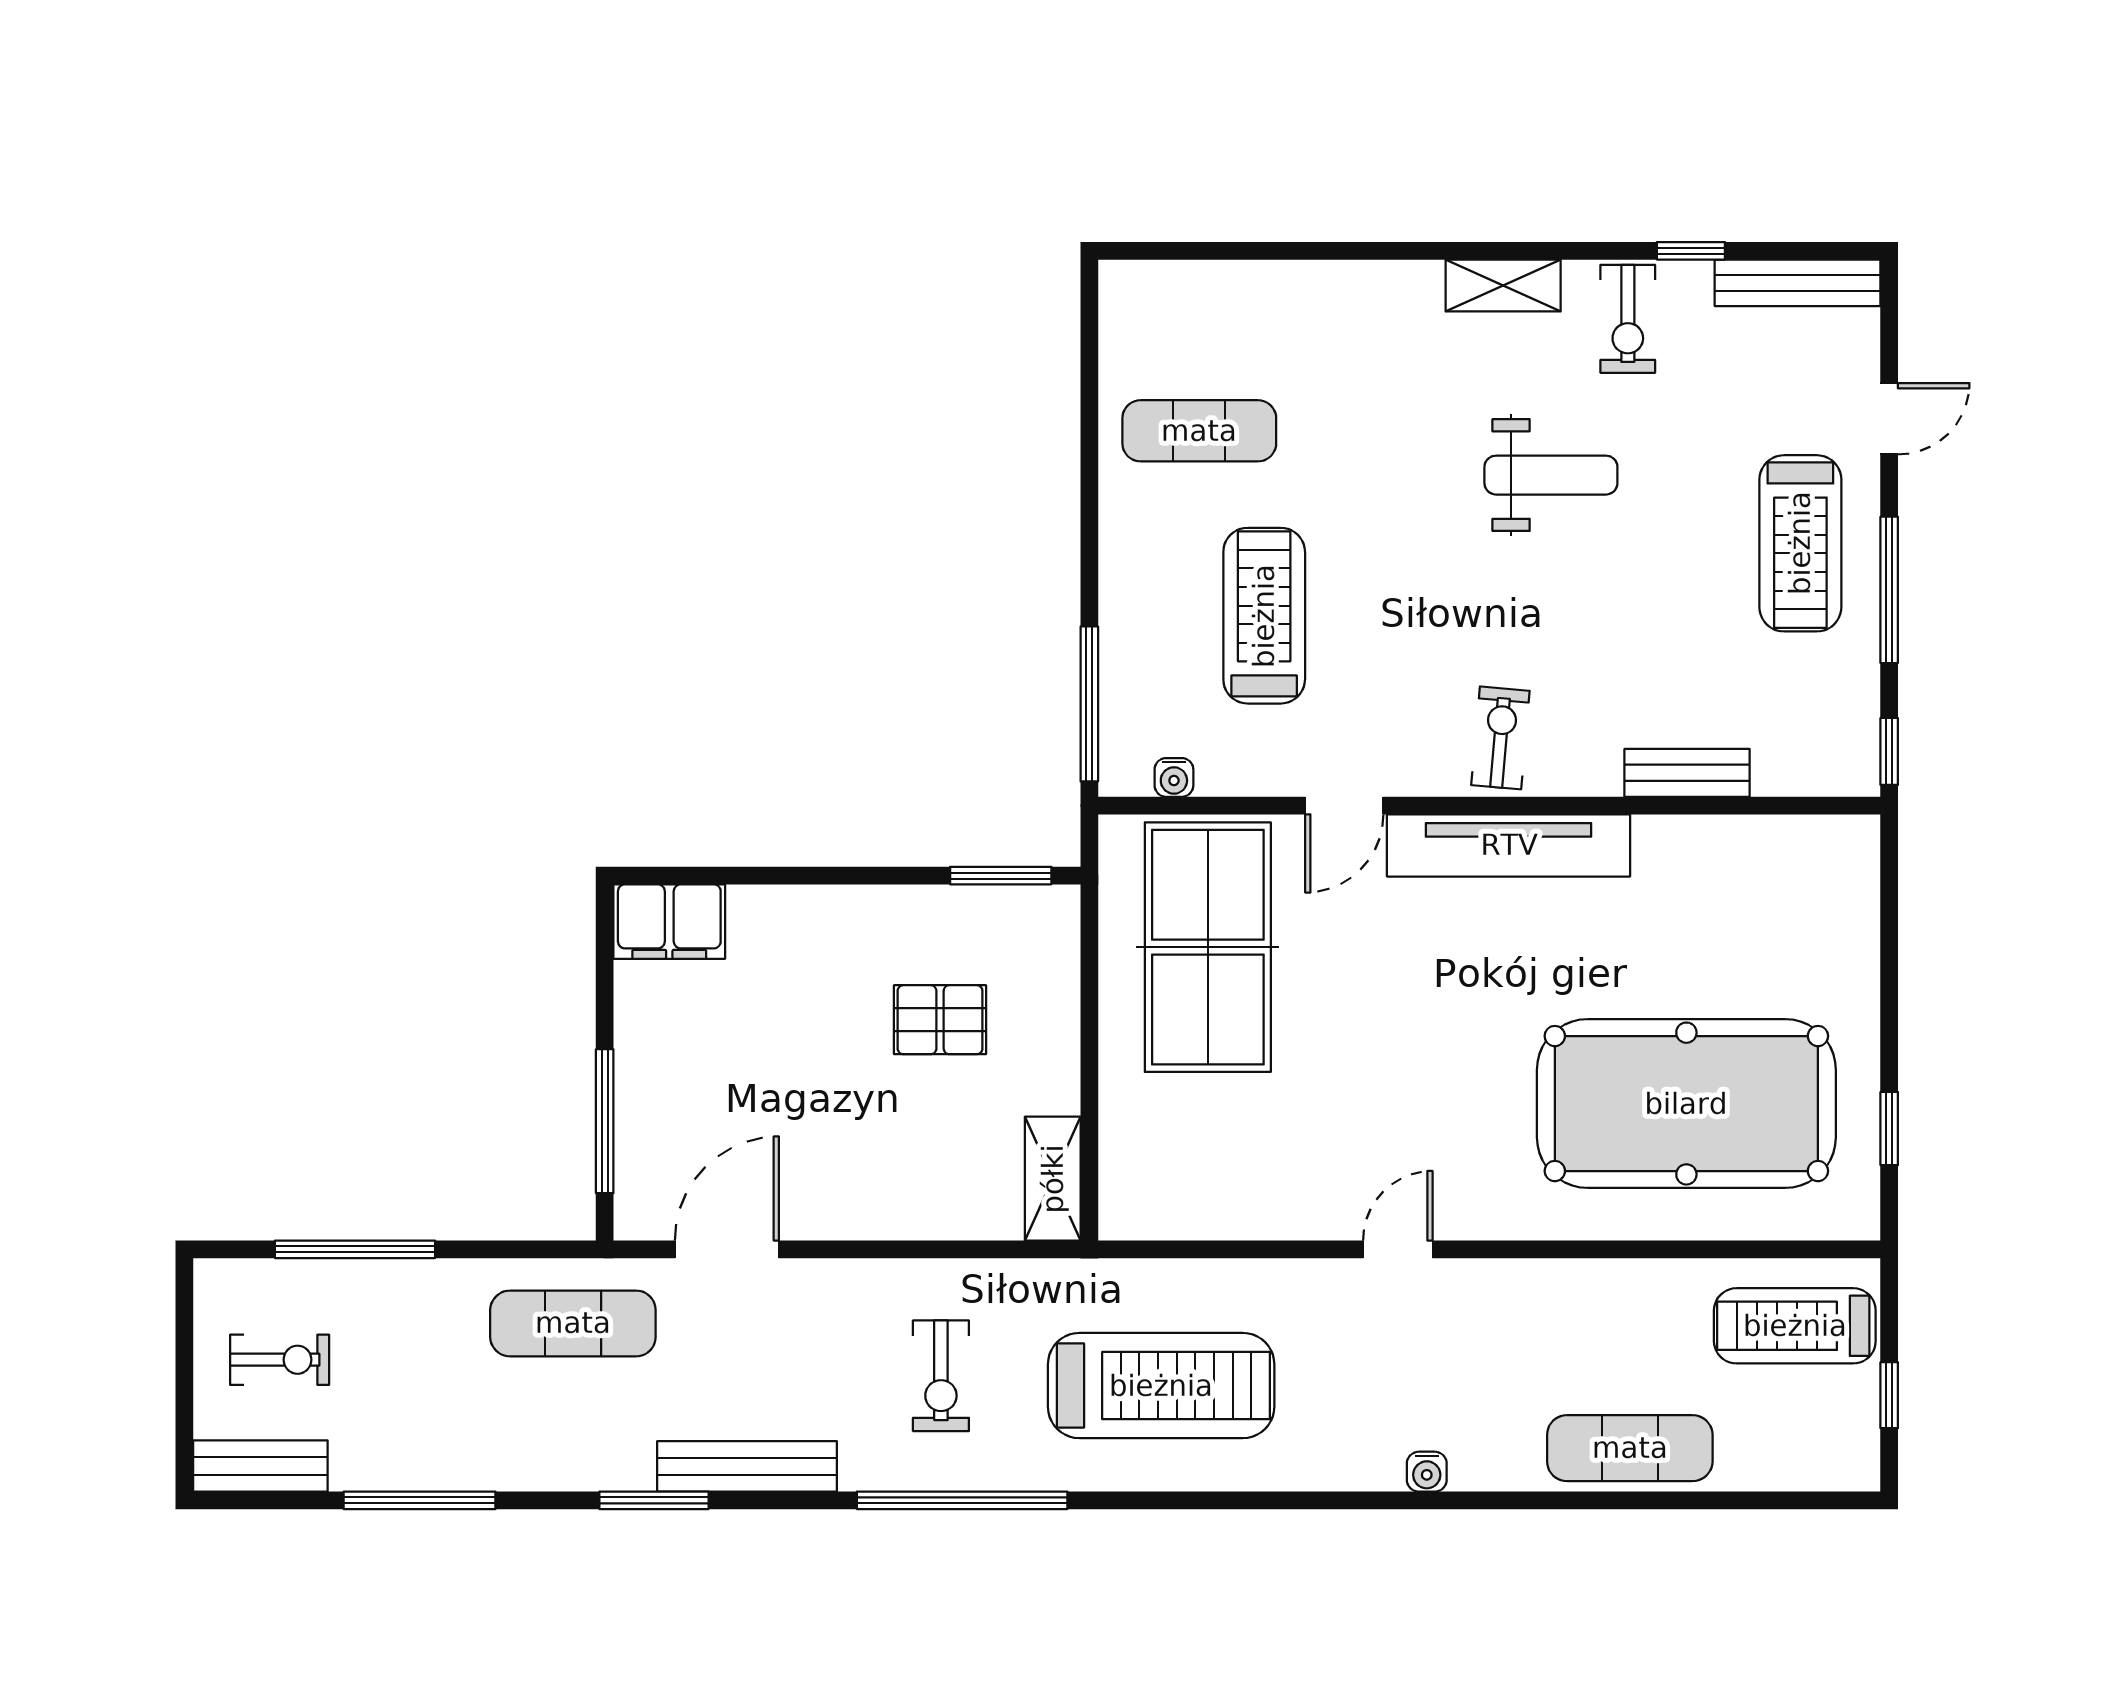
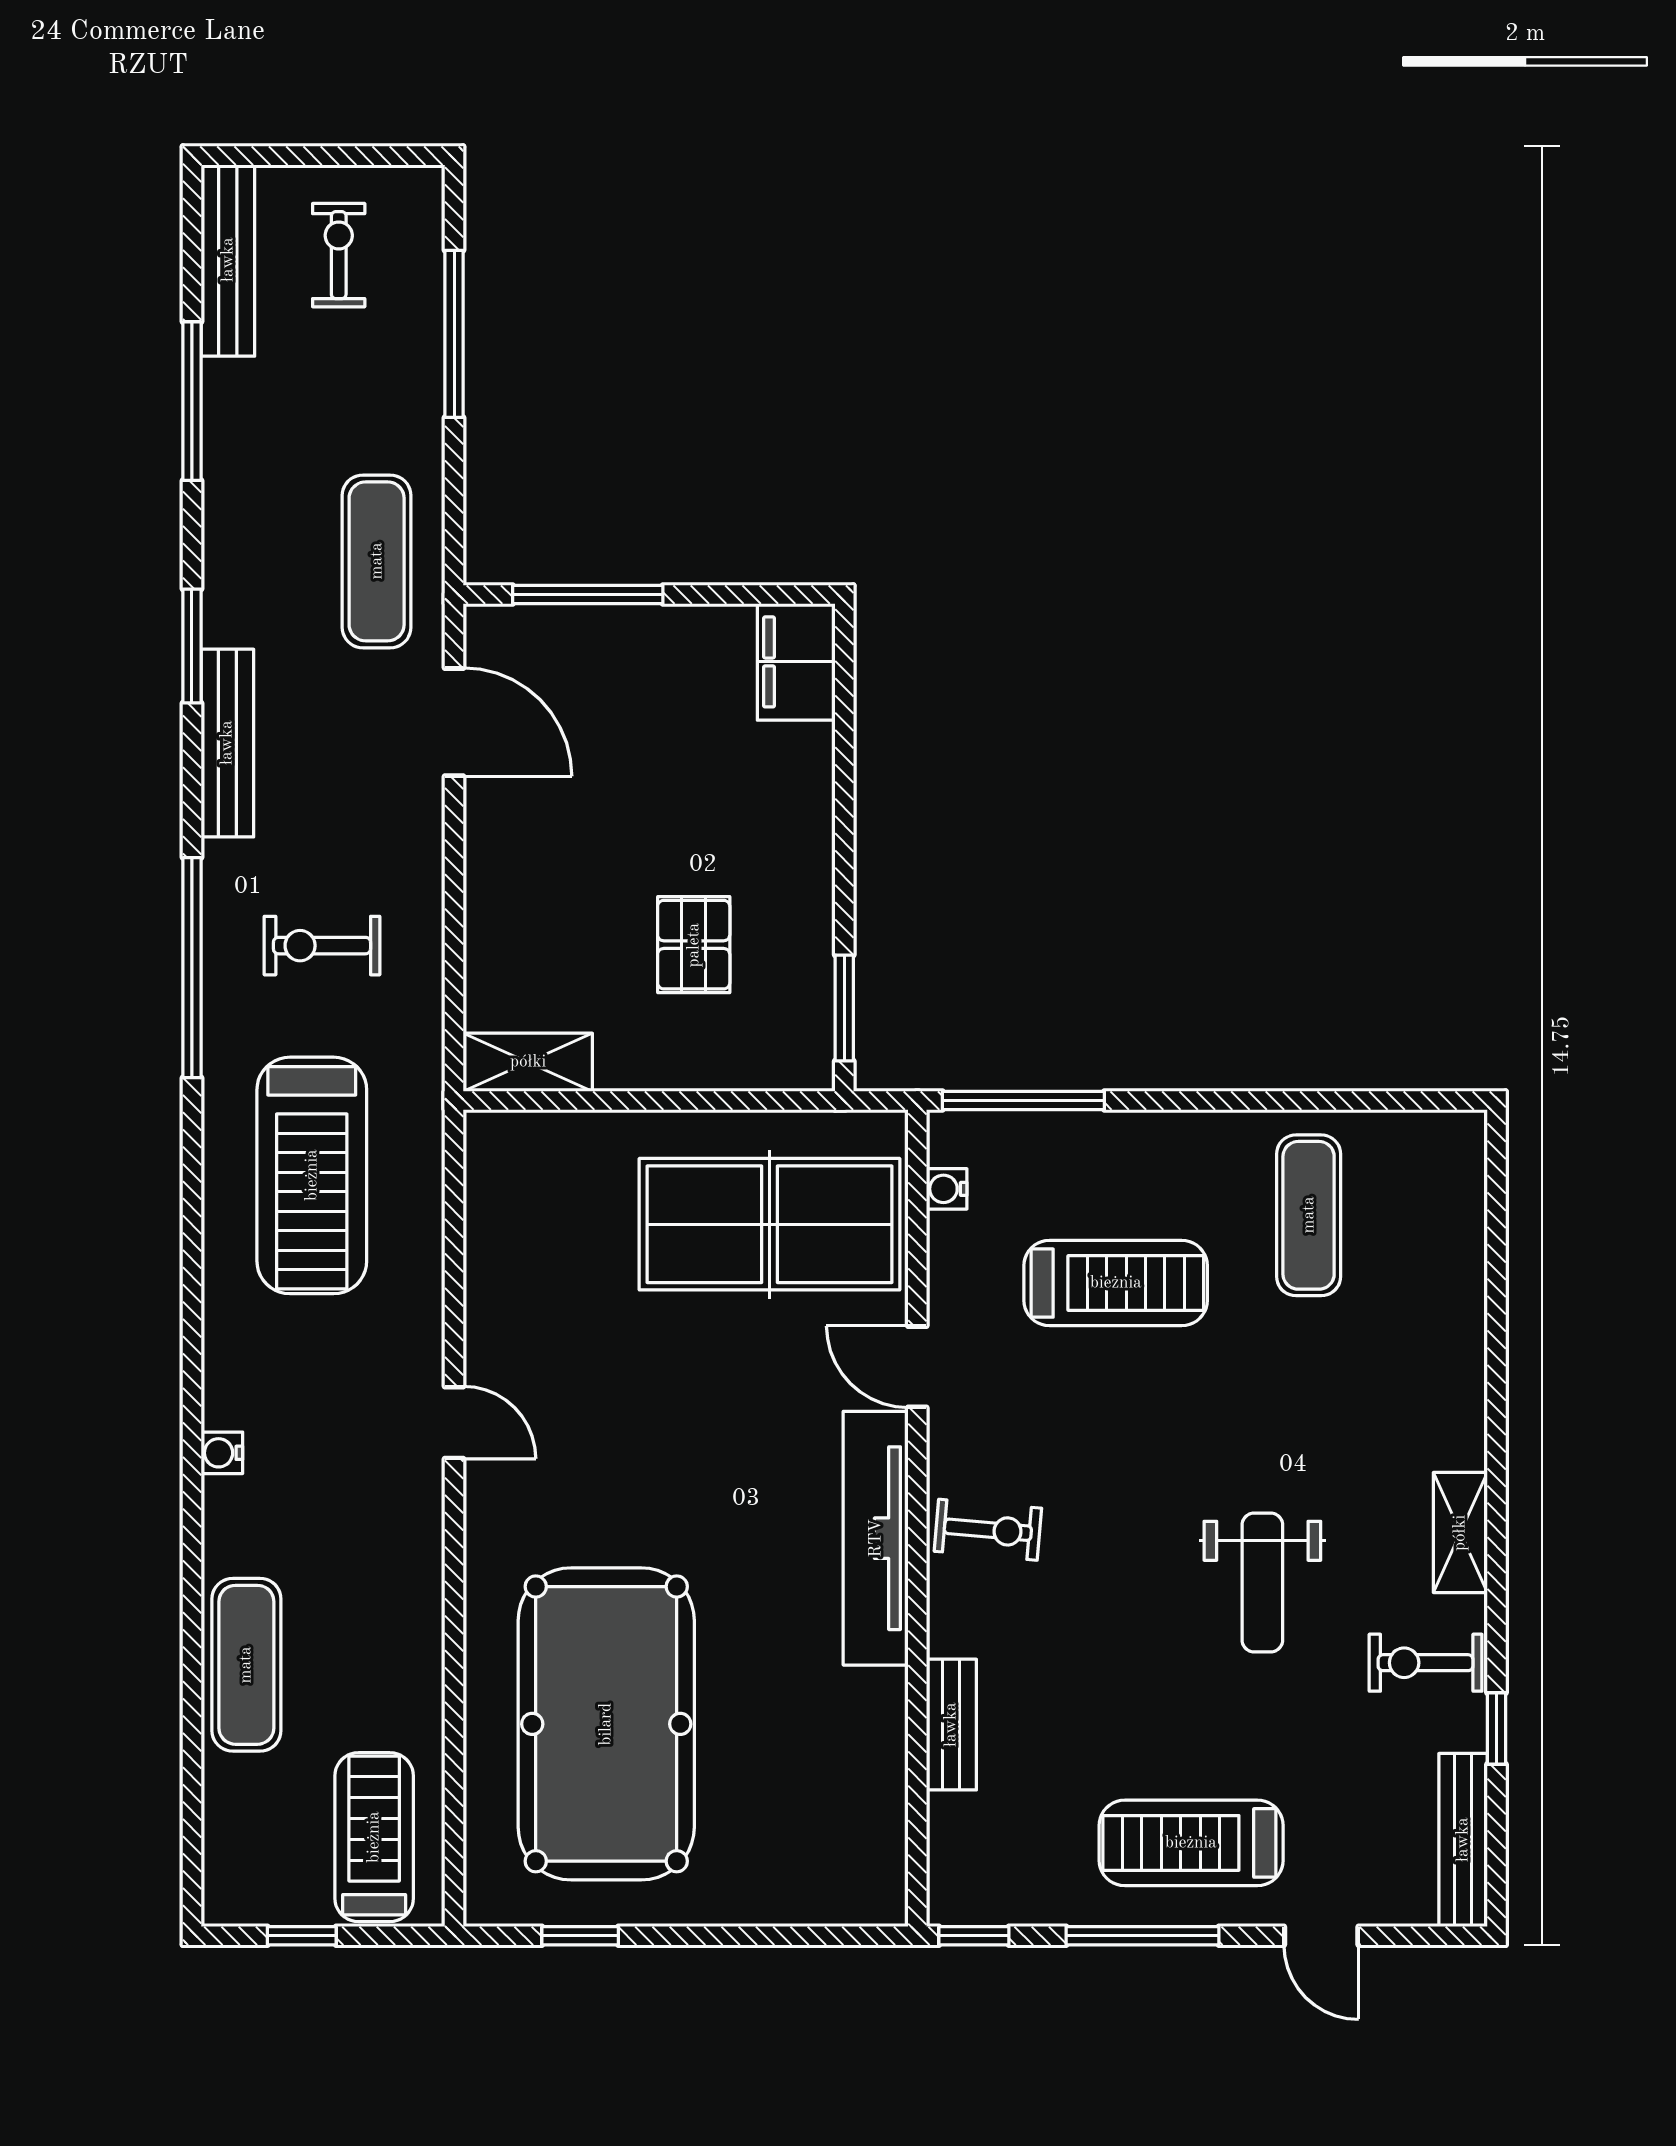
exercise bike: (280, 1360) -> (339, 255), turned 180
bench: (260, 1466) -> (228, 260), width x1.36

